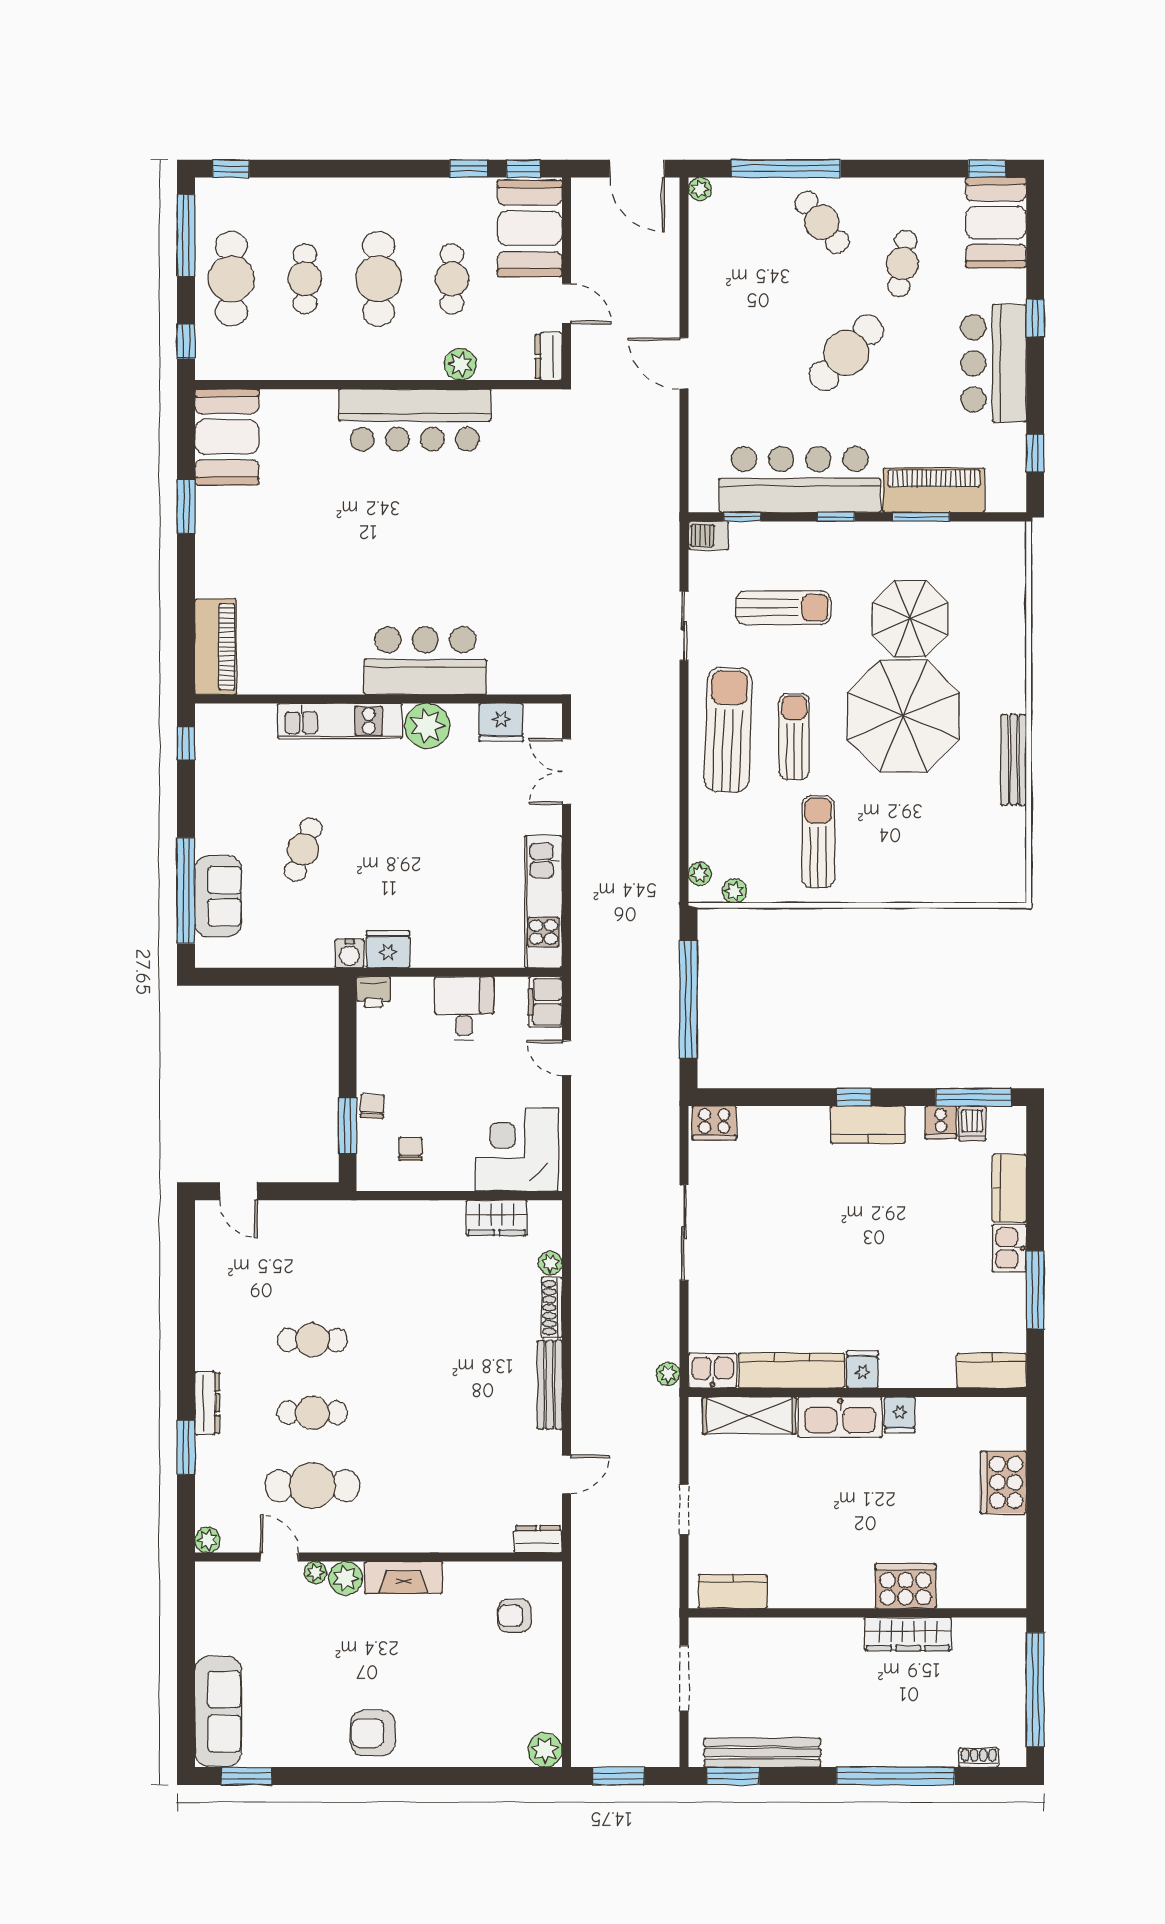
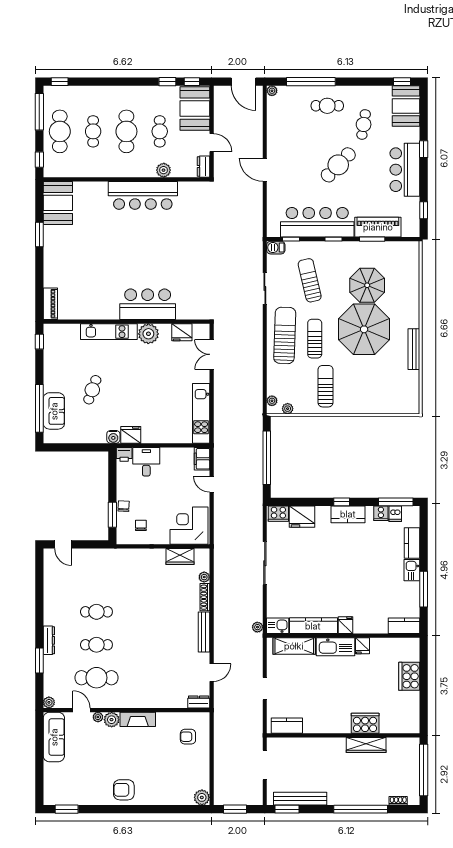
cafe table: (822, 222) -> (327, 106), turned -52
sun lounger: (783, 608) -> (310, 280), turned -103
piano: (216, 647) -> (50, 304), width x0.73, depth x0.75
desk: (464, 1009) -> (146, 462), moved
fridge: (766, 1130) -> (302, 517), added
sofa: (218, 1711) -> (54, 737), moved

